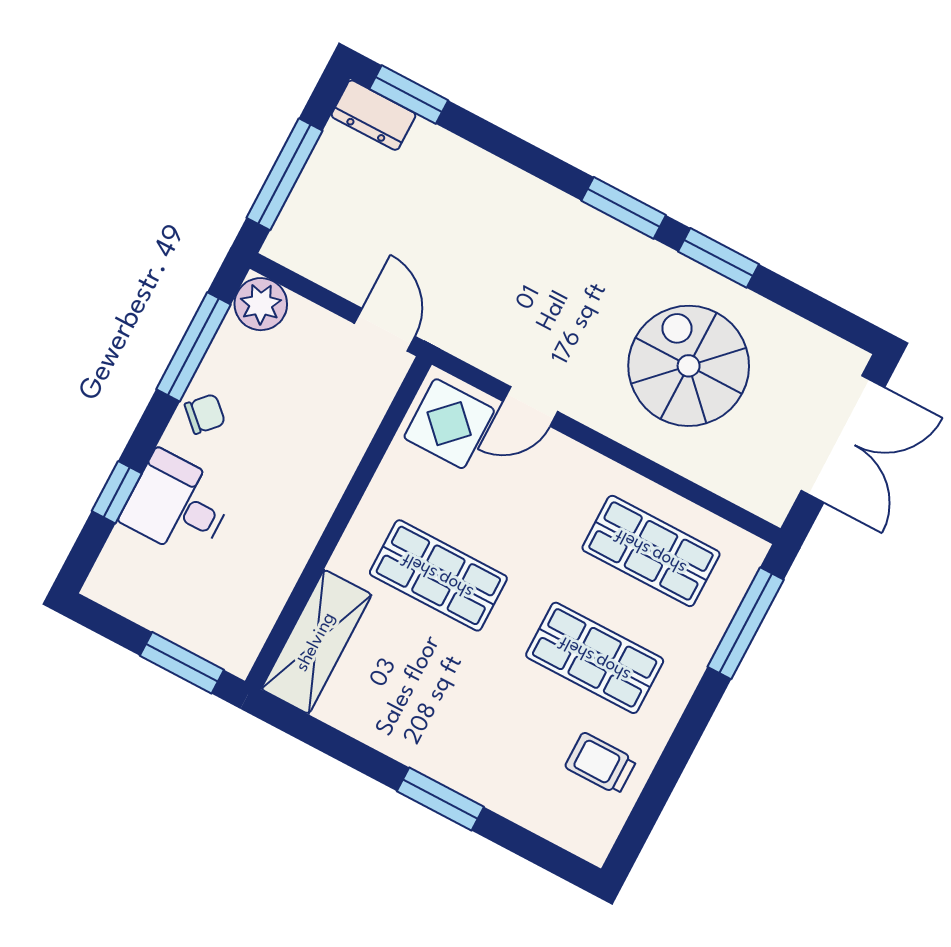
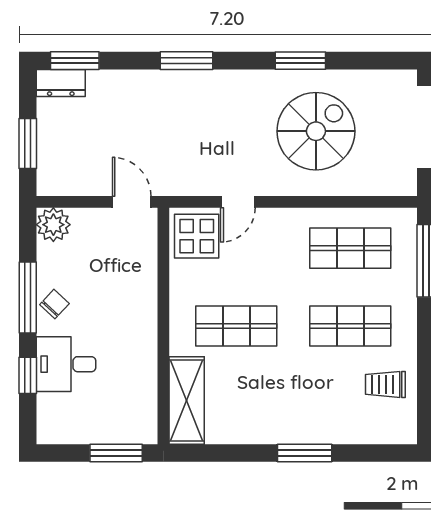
window: (284, 174) -> (28, 143), width x0.69
window: (624, 208) -> (186, 61), moved
window: (193, 347) -> (28, 298), moved
spiral stairs: (689, 366) -> (316, 131), turned 90

